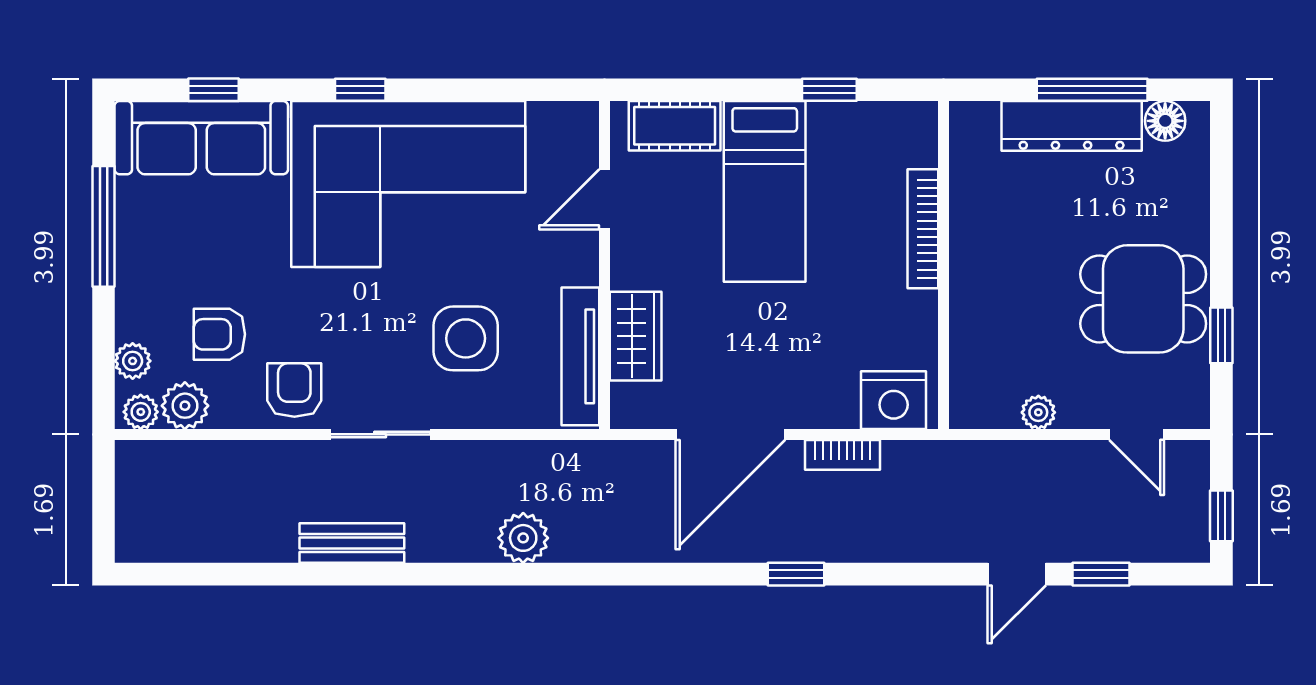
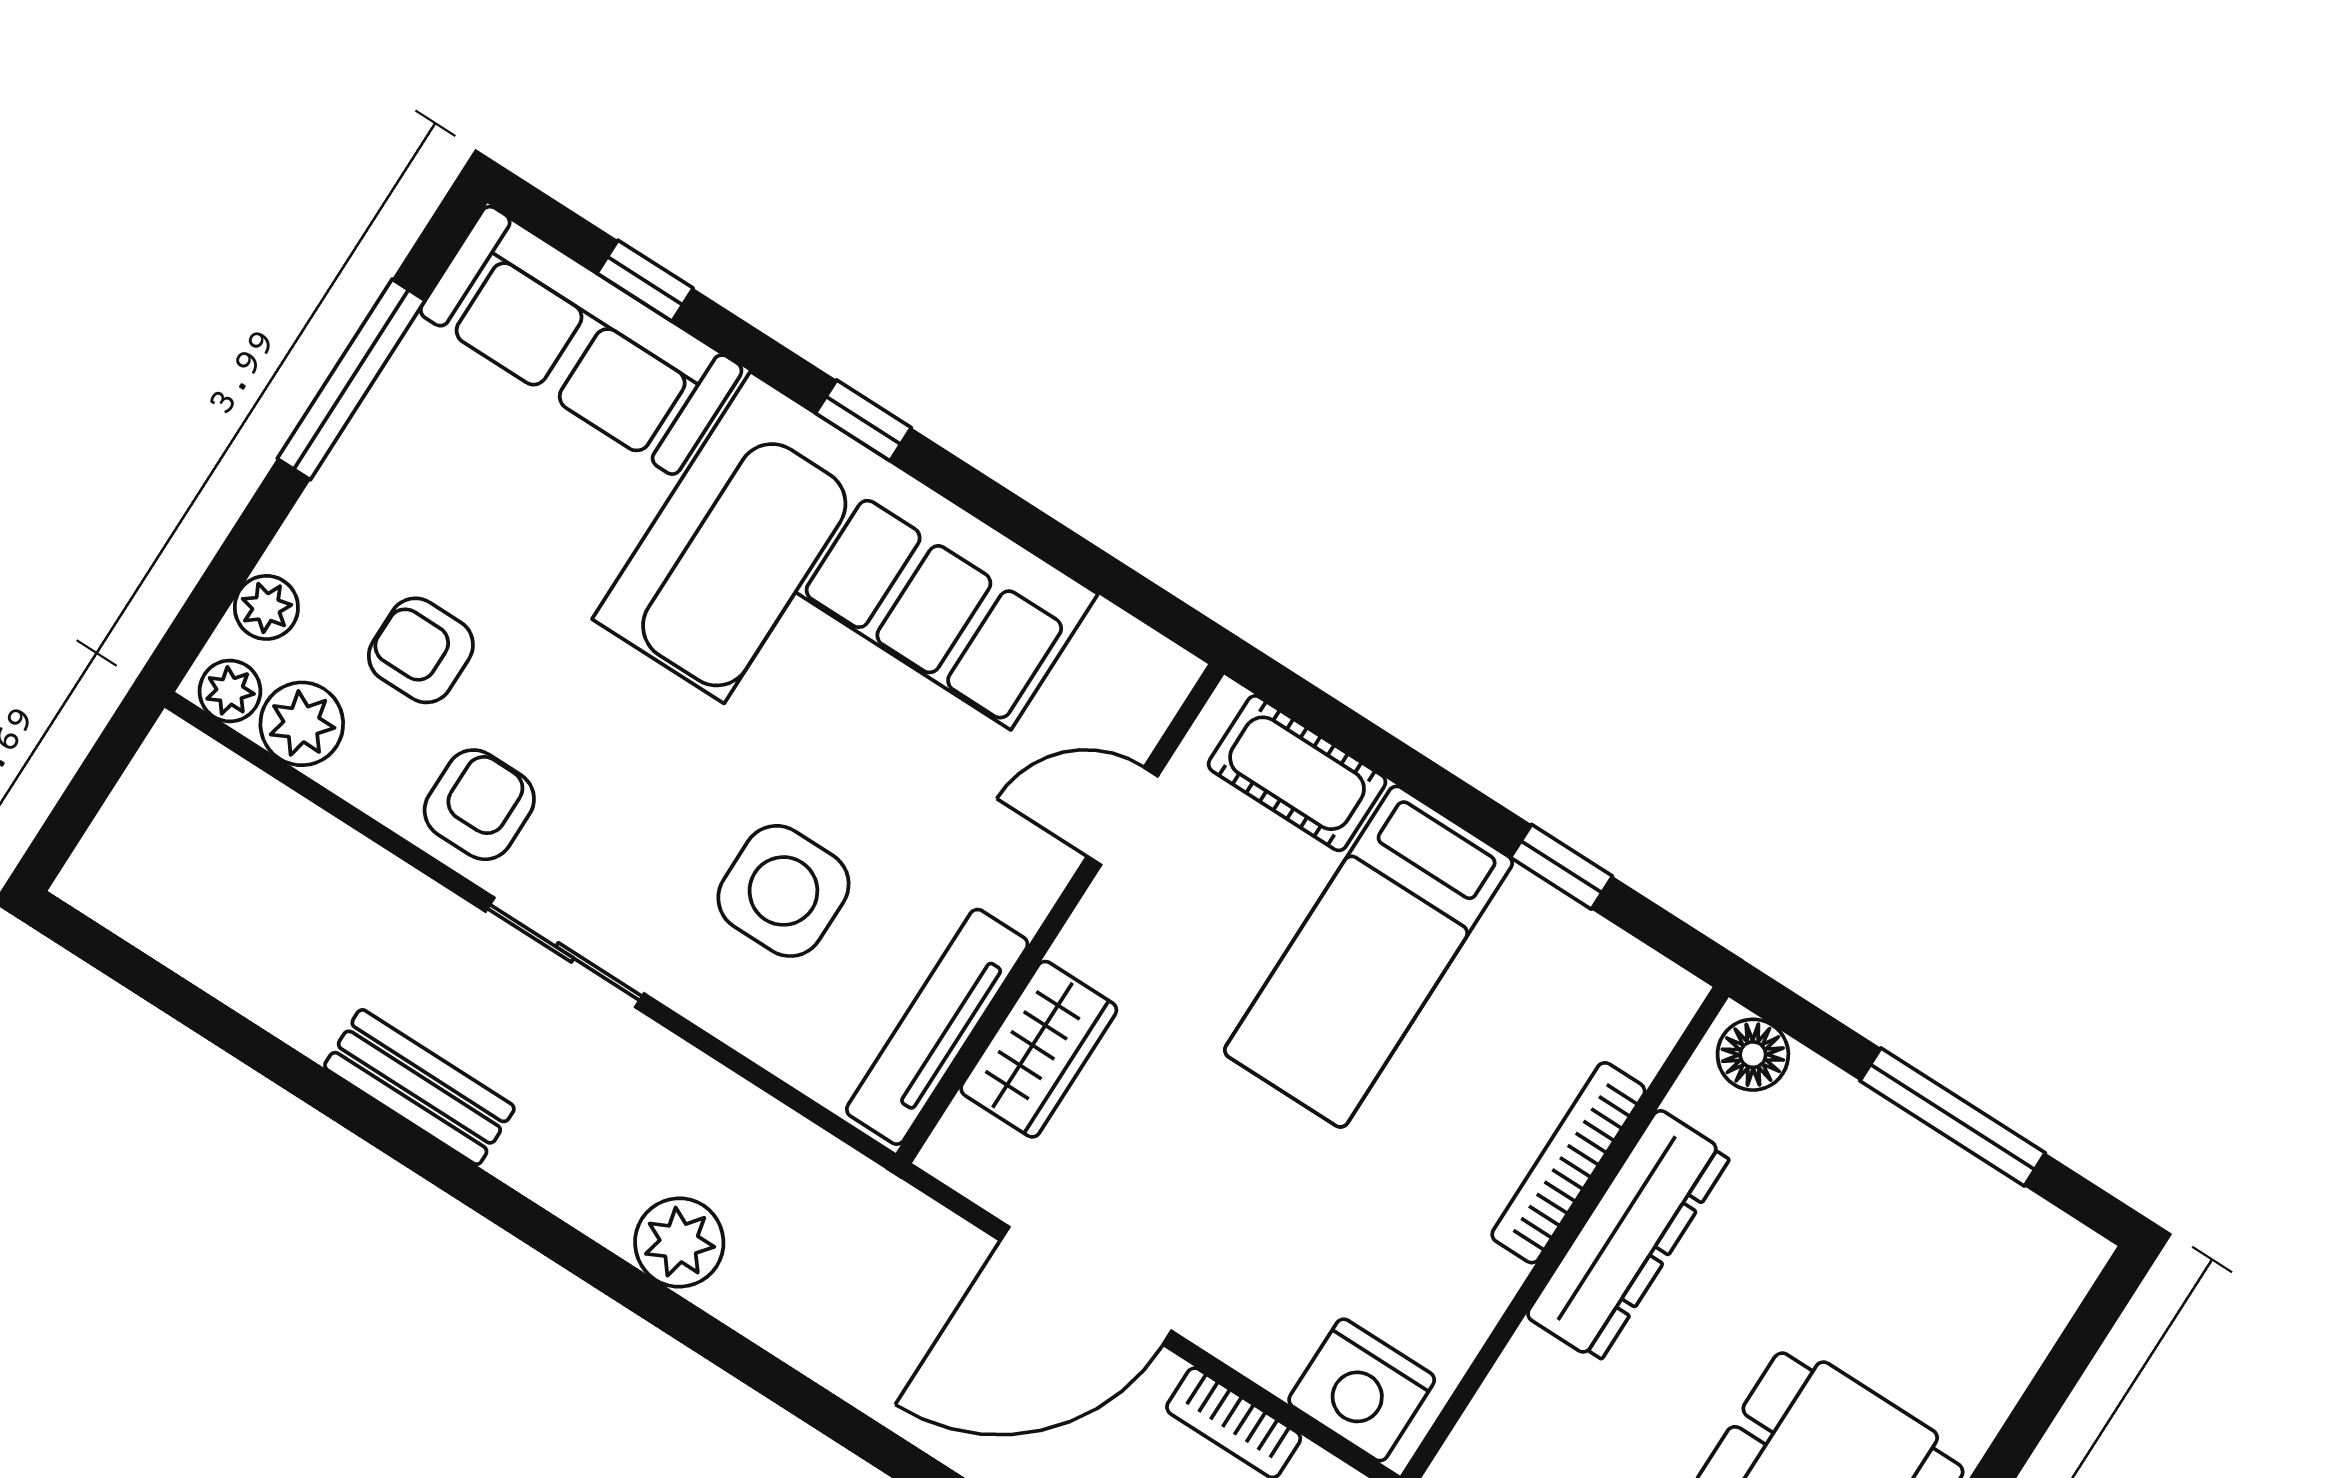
floor lamp: (1165, 121) -> (1753, 1055), moved
dresser: (1072, 126) -> (1629, 1236), moved, turned -90

